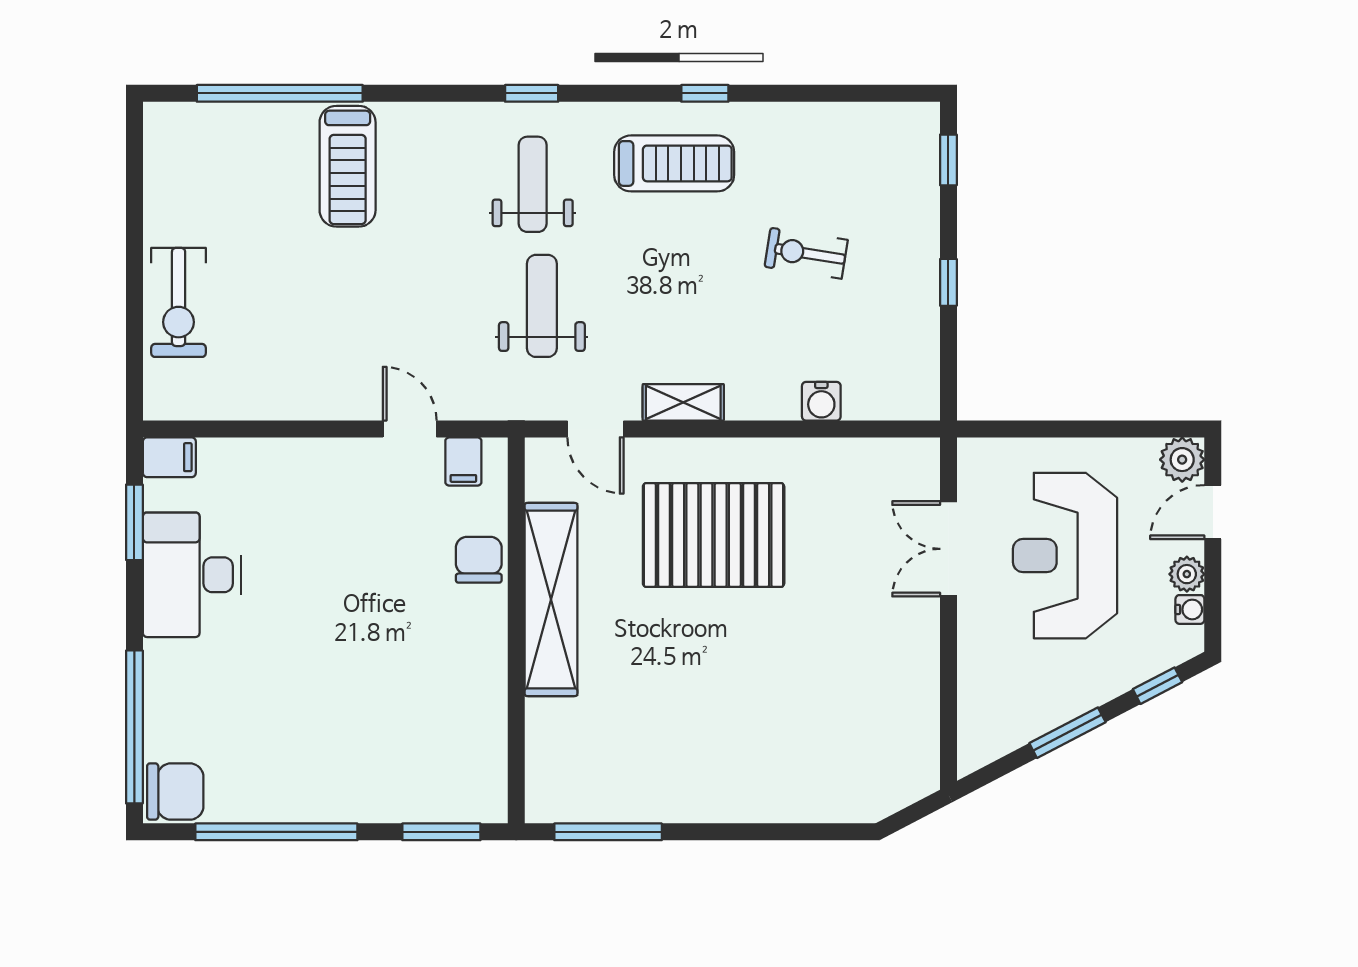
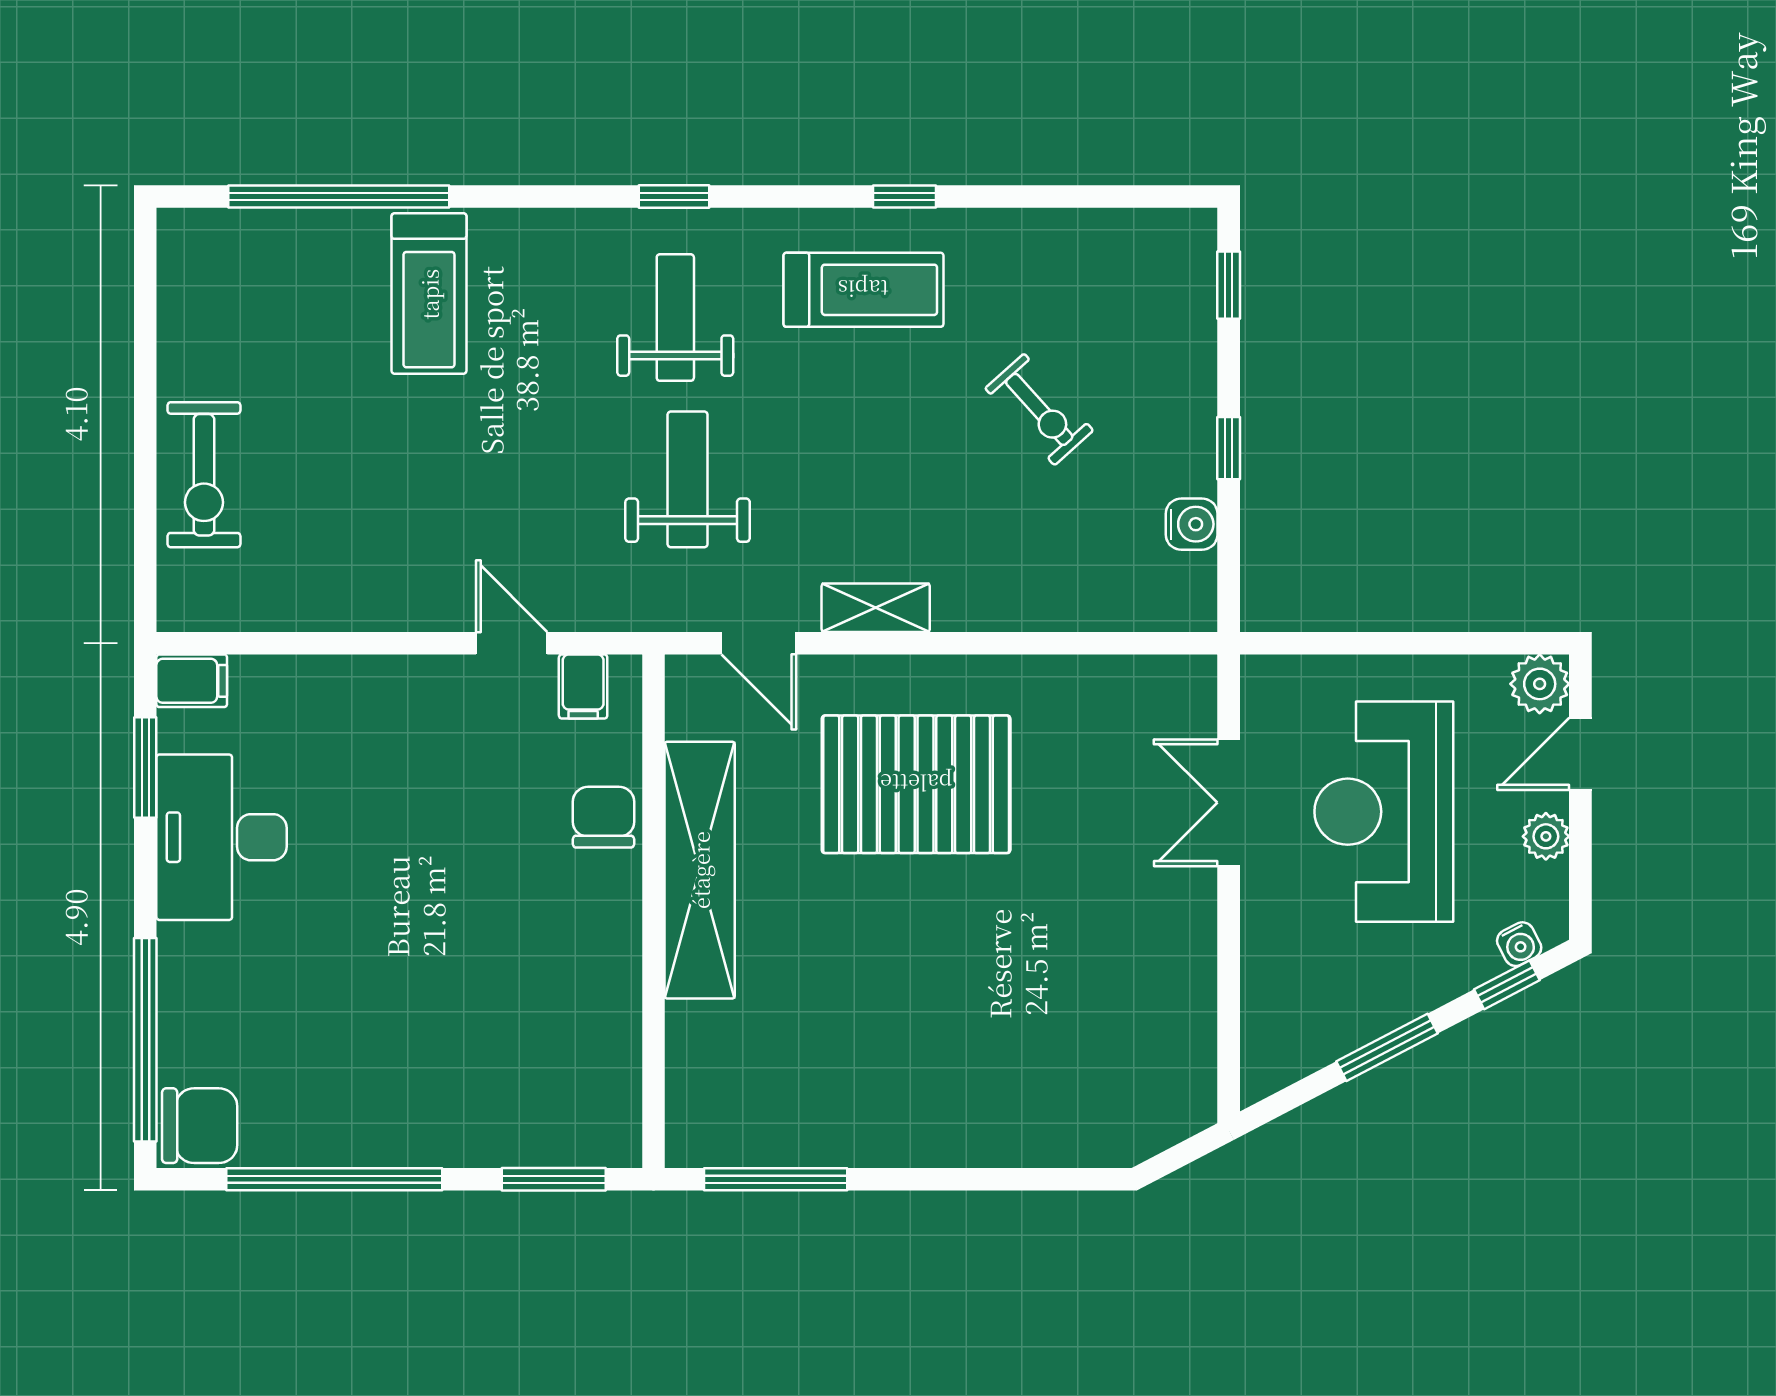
exercise bike: (806, 253) -> (1039, 409), turned -141
water cooler: (821, 401) -> (1192, 524), moved, turned -90
water cooler: (1190, 609) -> (1519, 944), moved, turned 62

